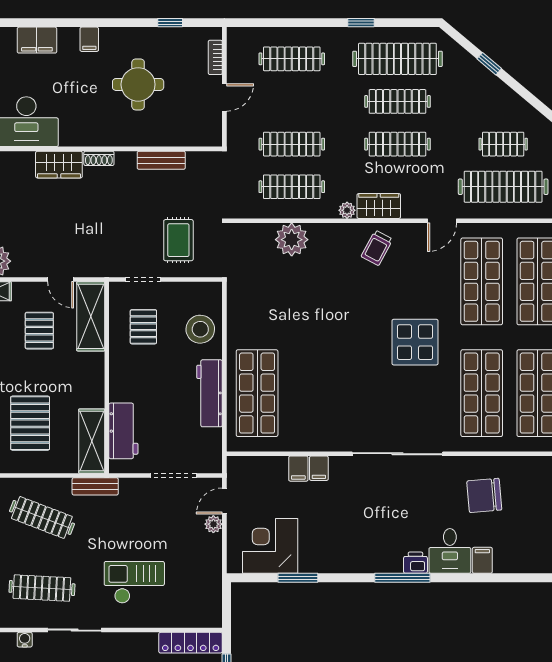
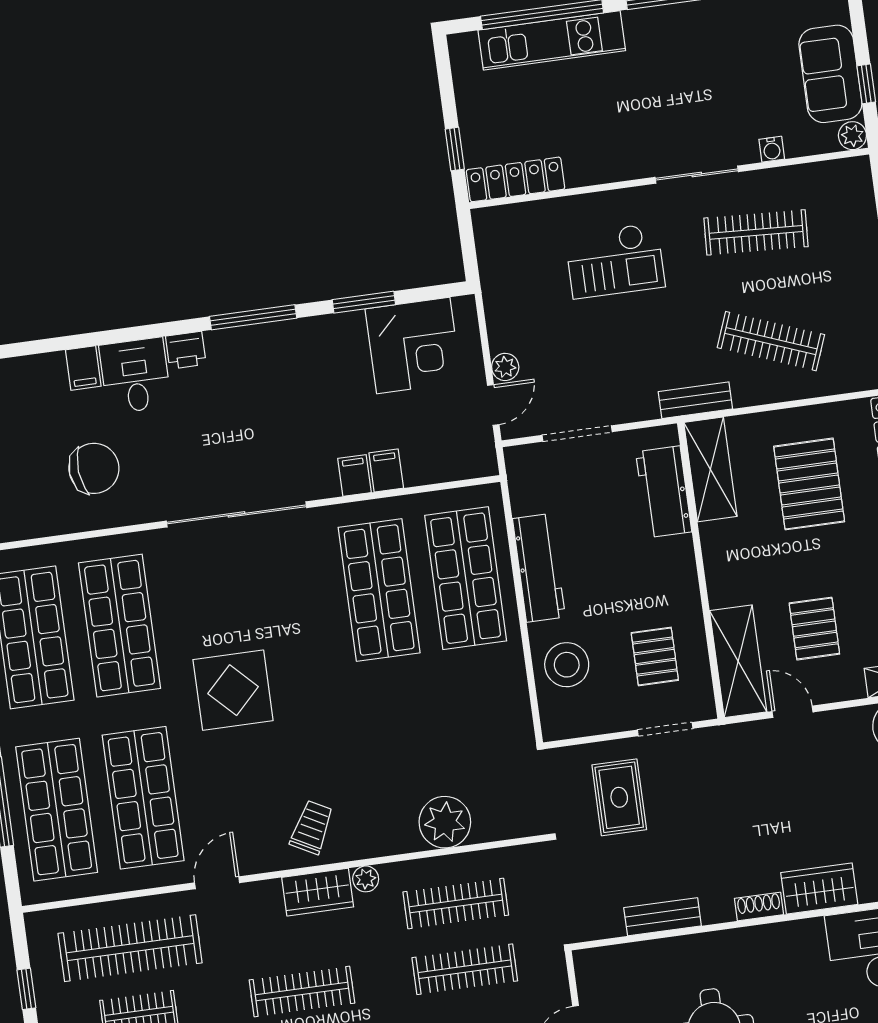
shop shelf: (313, 393) -> (379, 590), added
window: (402, 578) -> (253, 317), moved

